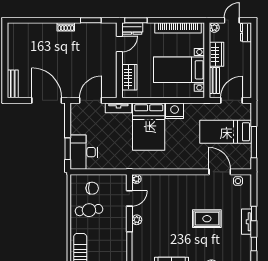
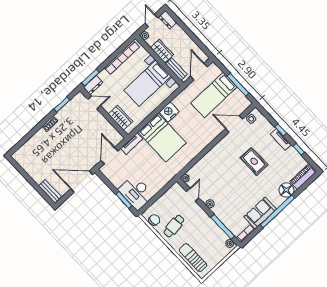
door: (119, 44) -> (94, 103), hinge flipped
chair: (92, 188) -> (154, 220), moved
rug: (207, 219) -> (254, 161), turned 90

